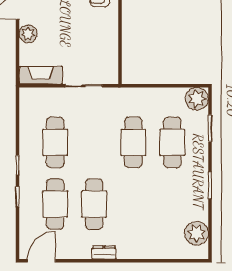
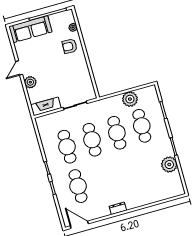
plant: (197, 99) -> (130, 99), moved
cafe table: (94, 204) -> (92, 140), moved
plant: (197, 233) -> (169, 165), moved
door: (41, 261) -> (79, 225), hinge flipped

